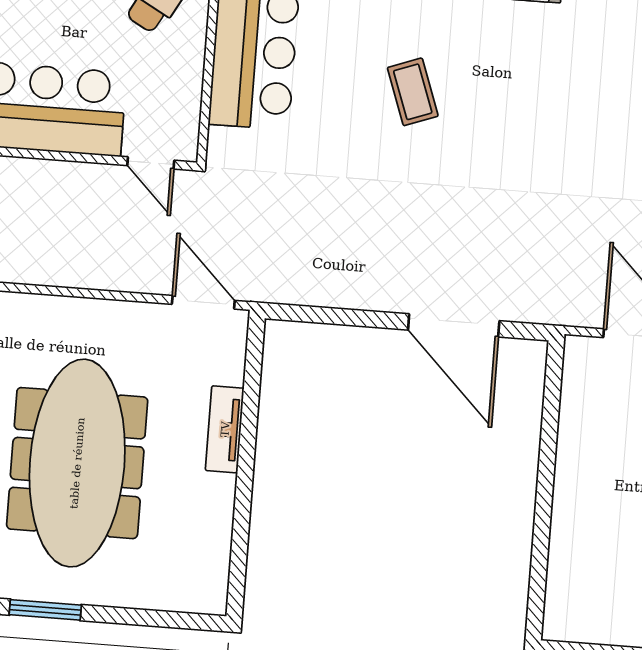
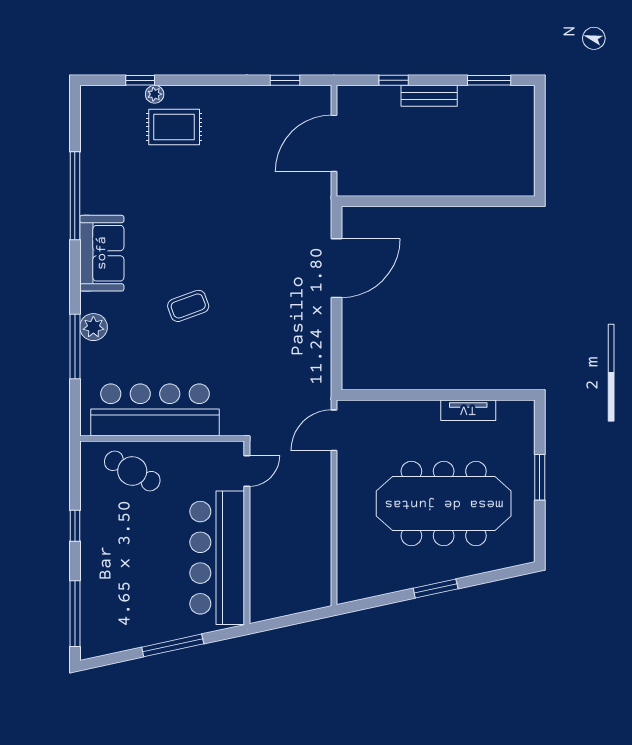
tv unit: (225, 429) -> (468, 410), moved
window: (45, 610) -> (540, 477), moved

